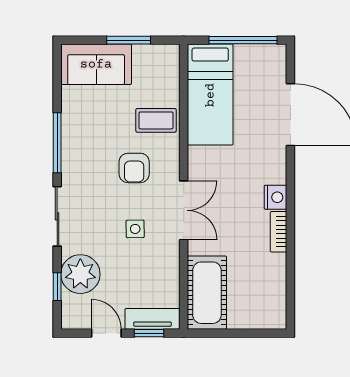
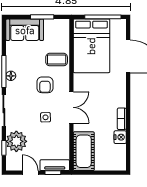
bed: (210, 95) -> (91, 46), width x1.50
floor lamp: (70, 151) -> (11, 76), added
nightstand: (276, 197) -> (120, 137), moved

